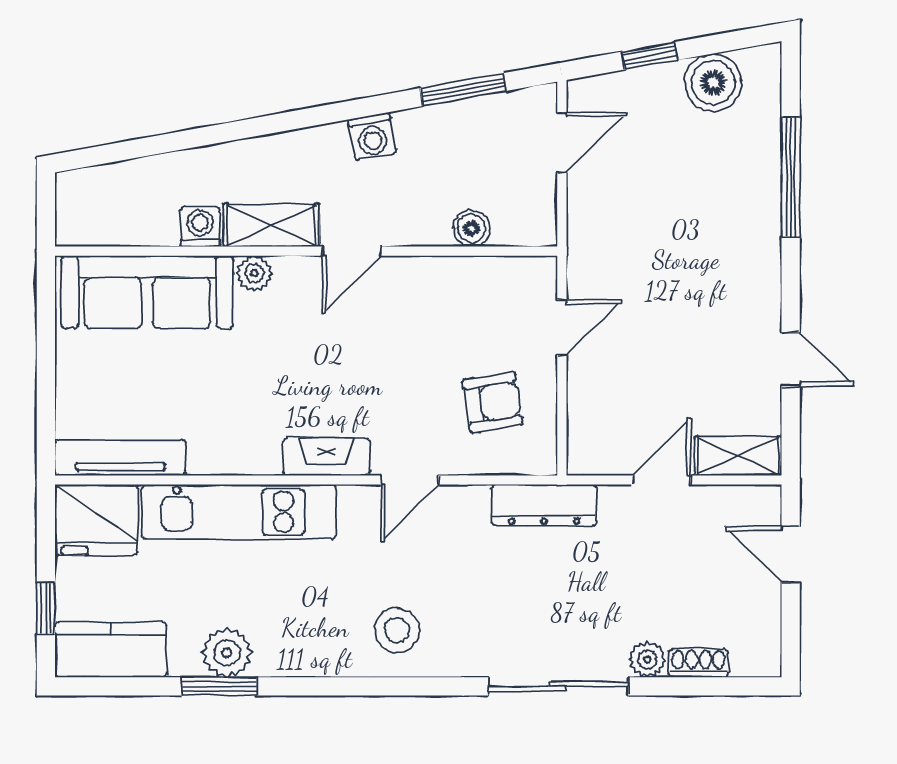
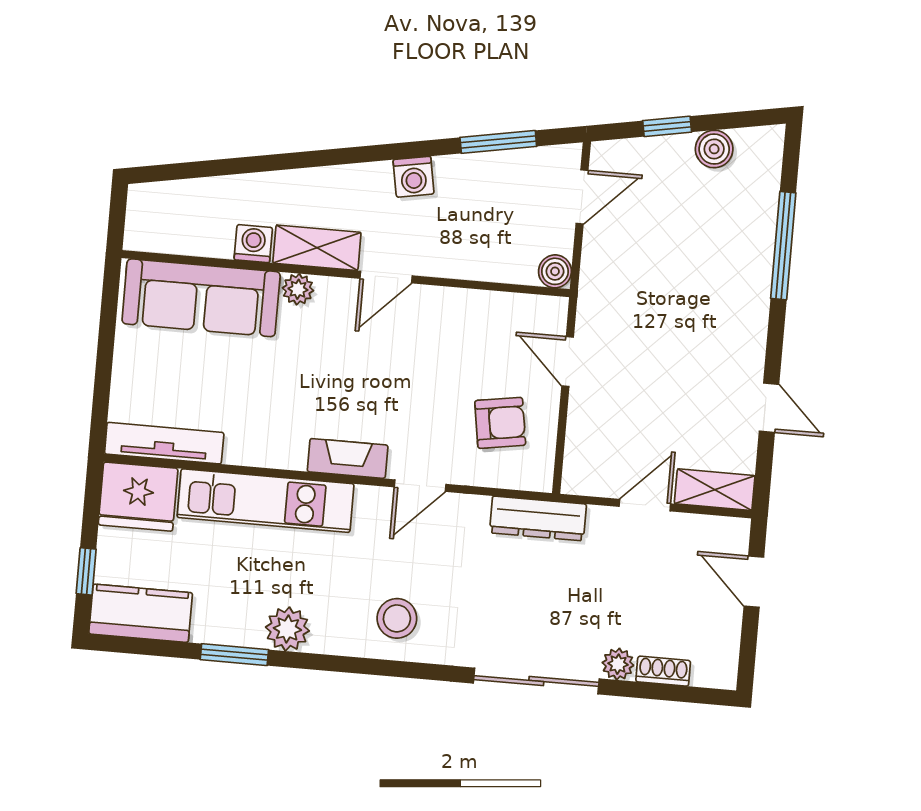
boiler: (713, 83) -> (714, 149), width x0.73, depth x0.73
boiler: (472, 228) -> (555, 271), moved
door: (562, 327) -> (568, 362), swing flipped
plant: (227, 653) -> (287, 629), moved

